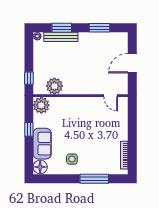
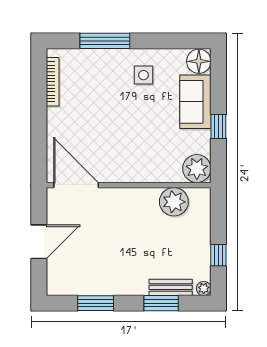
bench: (61, 37) -> (171, 287), width x0.73
window: (29, 78) -> (218, 255), moved
door: (111, 96) -> (76, 185), width x1.88

